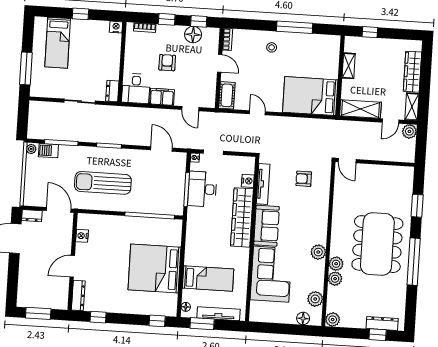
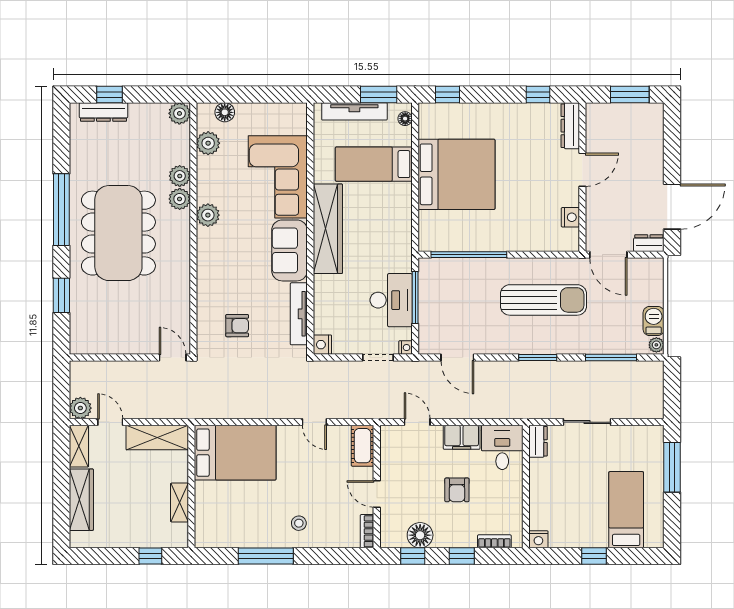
door: (390, 121) -> (110, 422), hinge flipped
barbecue: (48, 151) -> (654, 321), moved, turned -90
nightstand: (248, 181) -> (322, 345), moved
wardrobe: (242, 217) -> (328, 229), moved

